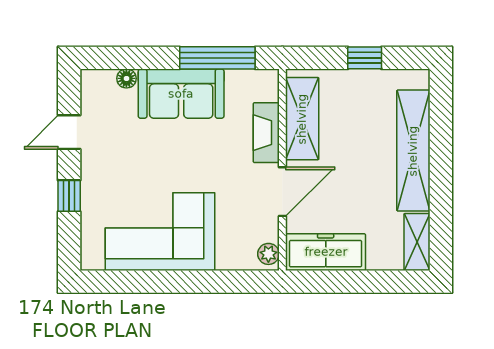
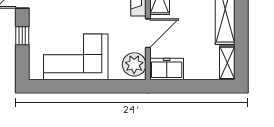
freezer: (326, 252) -> (167, 69), width x0.71
plant: (268, 254) -> (134, 64), width x1.88, depth x1.88

